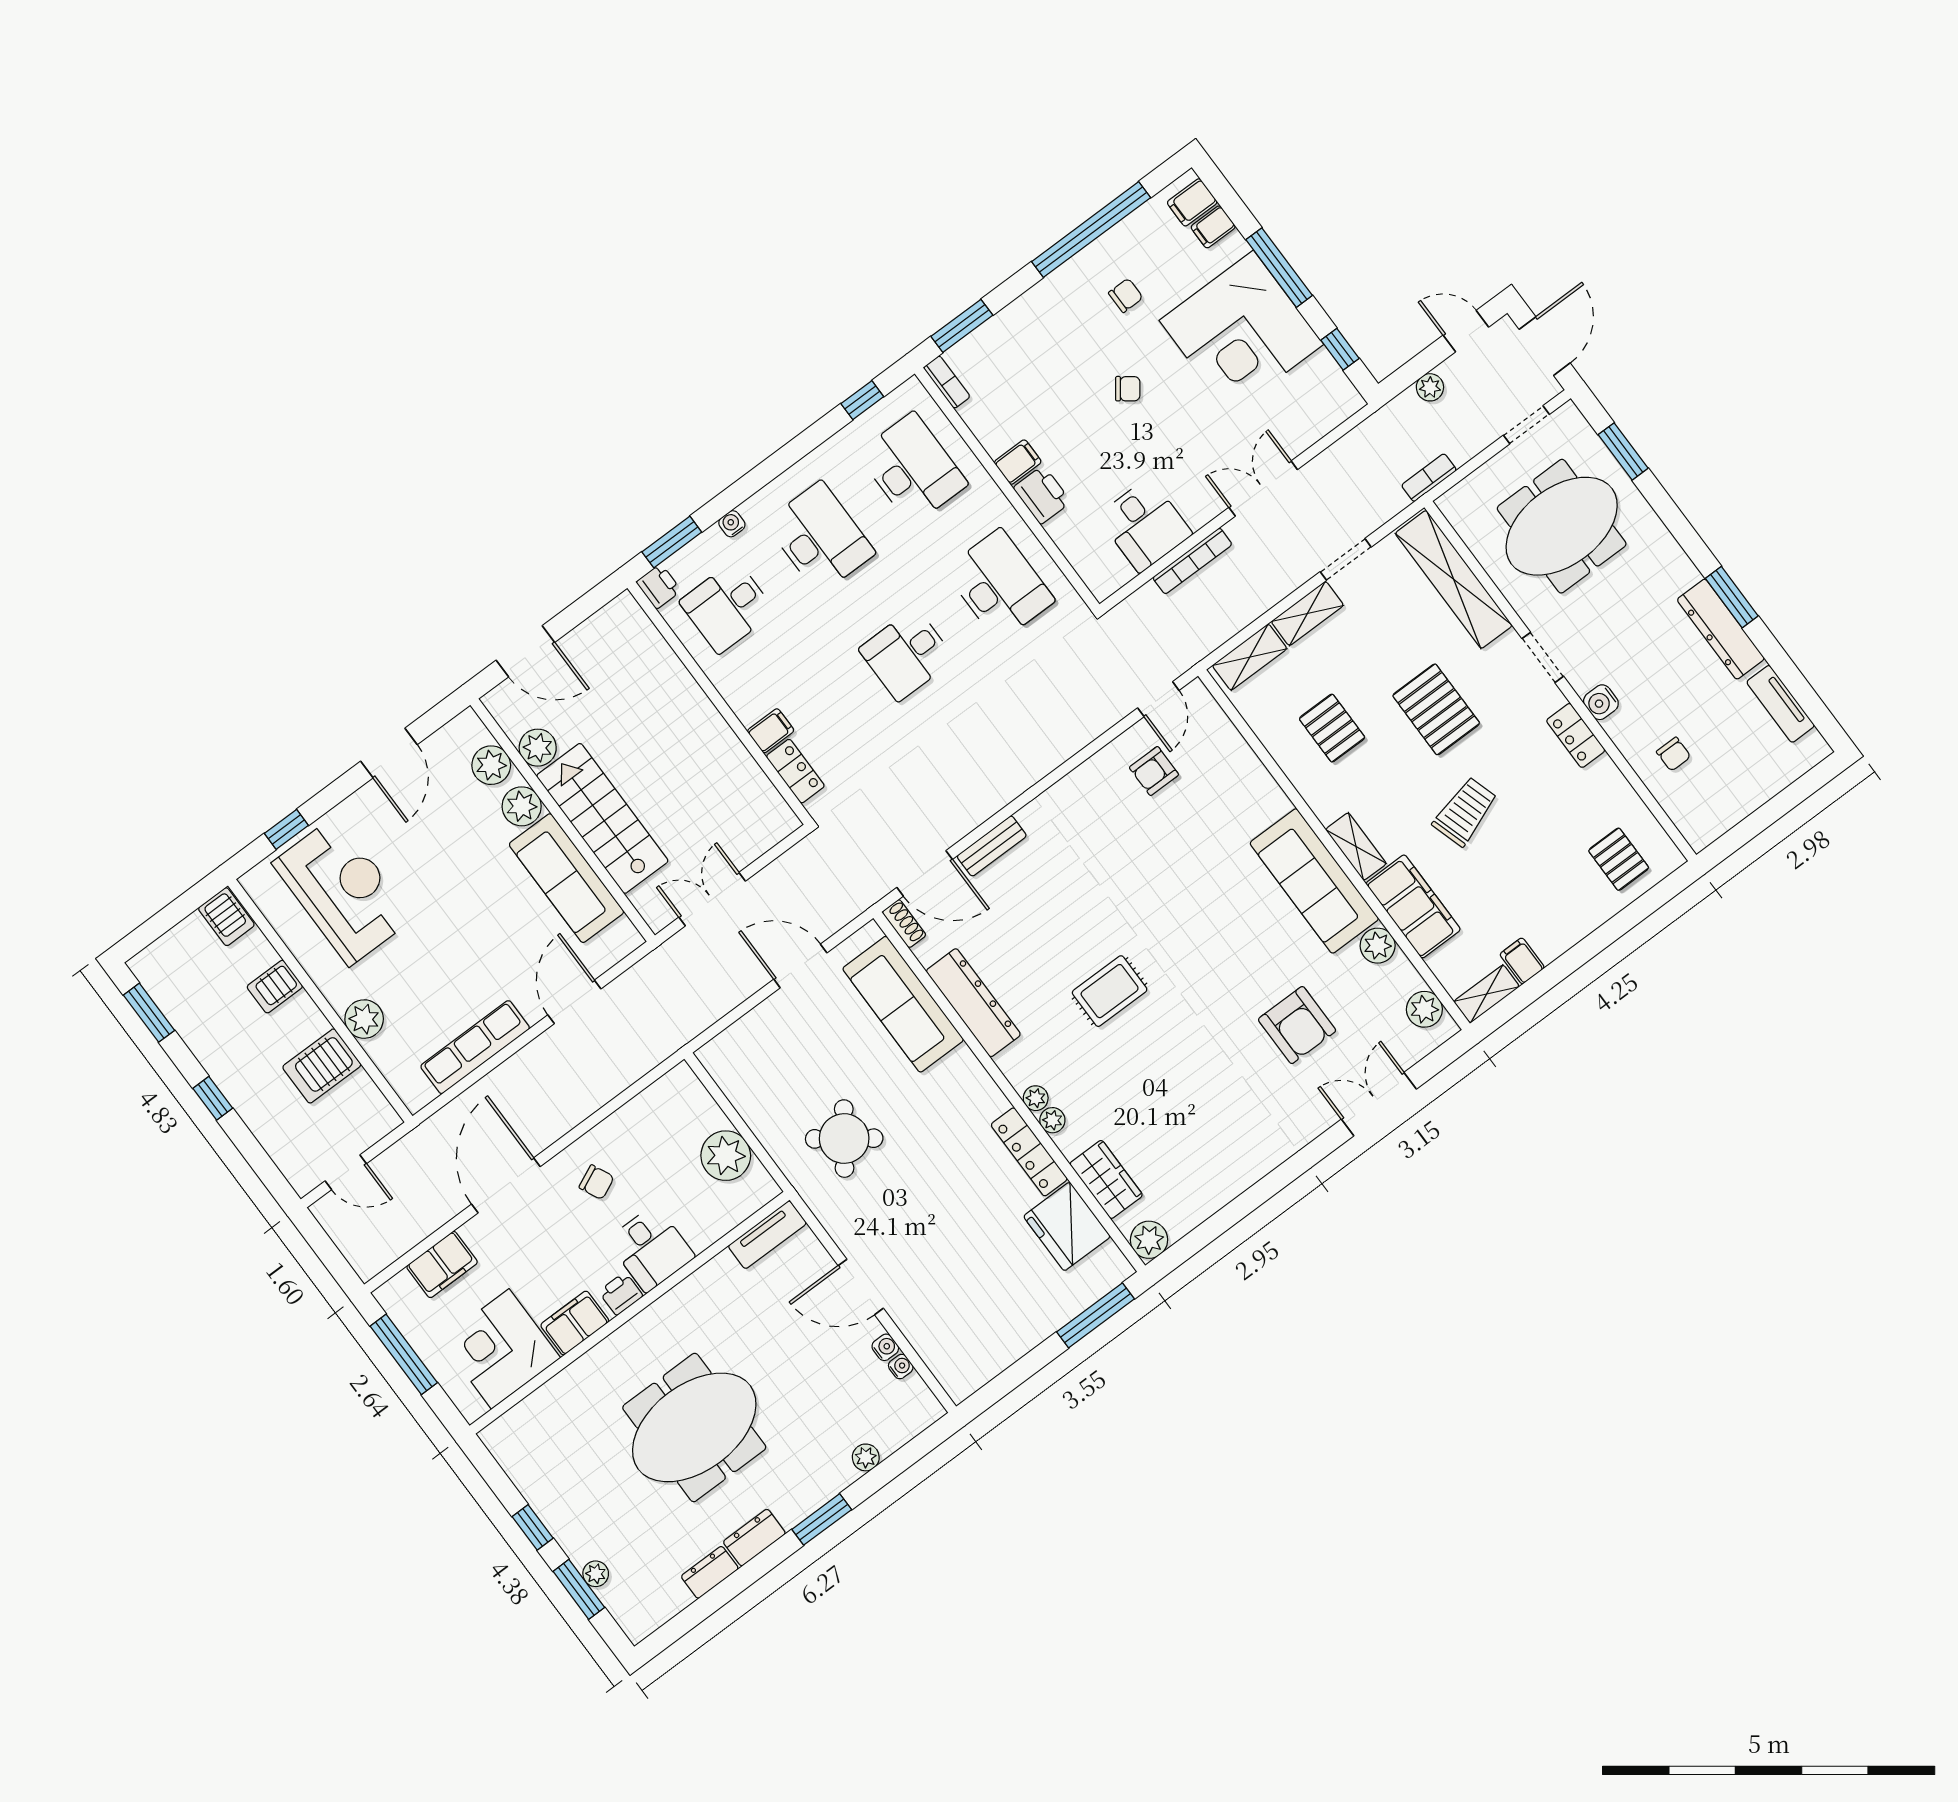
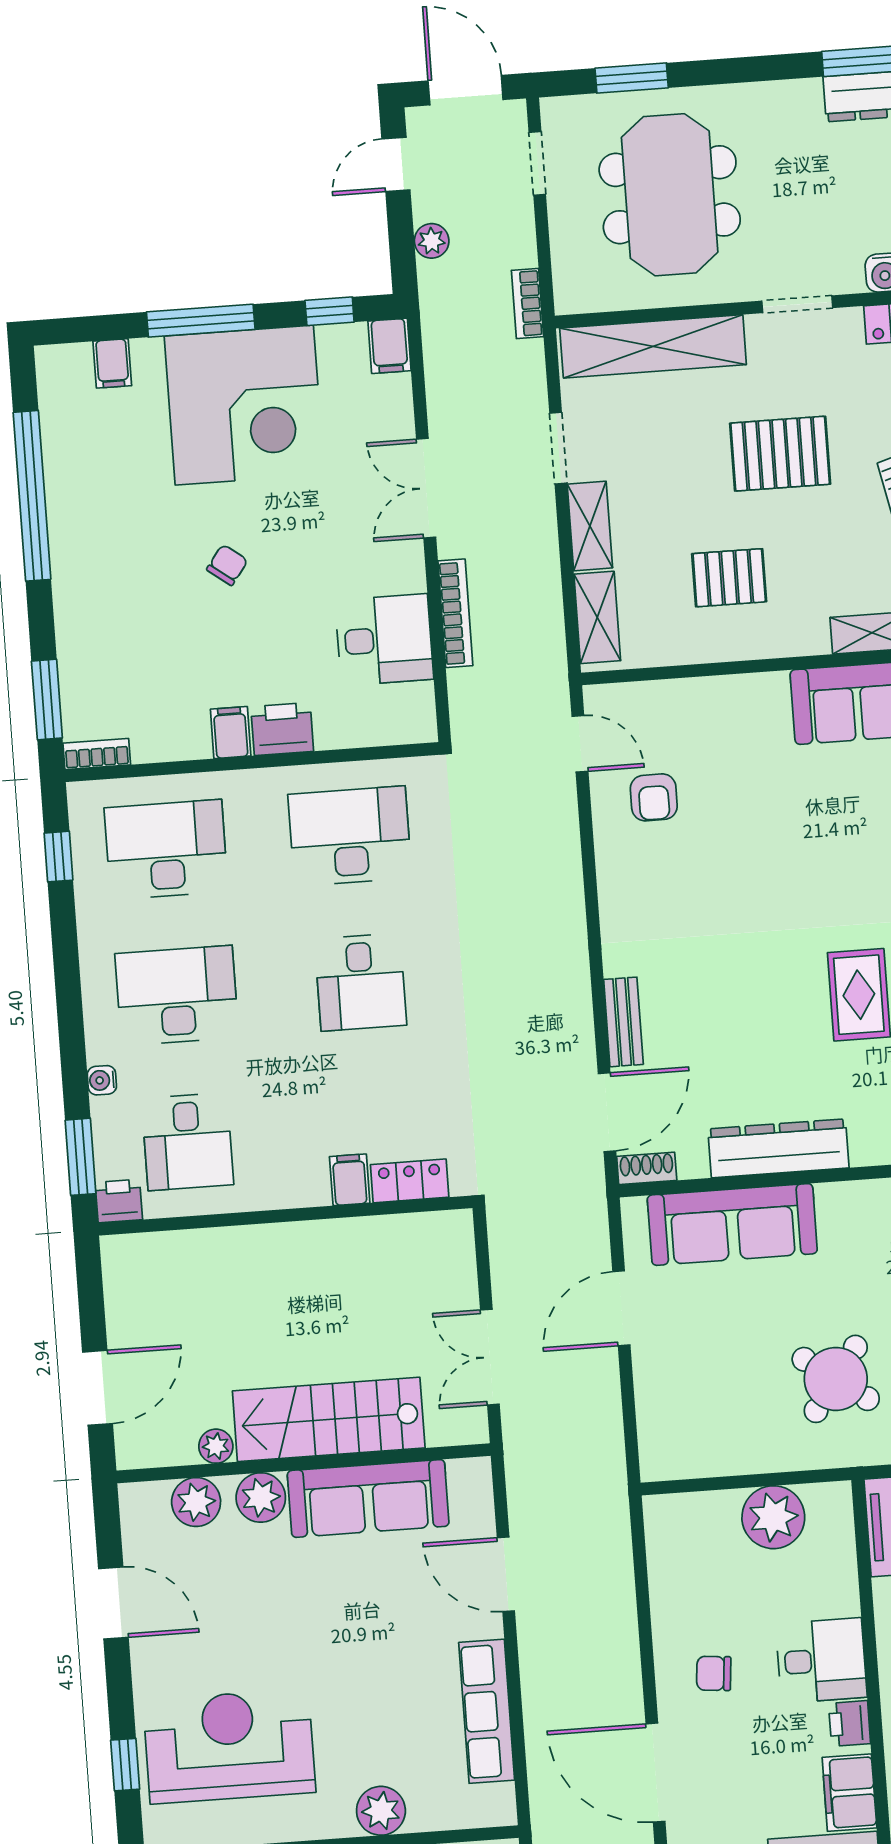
filing cabinet: (1192, 202) -> (389, 346), moved
chair: (1126, 295) -> (126, 504), removed
plant: (538, 748) -> (216, 1446), width x0.73, depth x0.73
chair: (597, 1182) -> (714, 1673), turned -150

